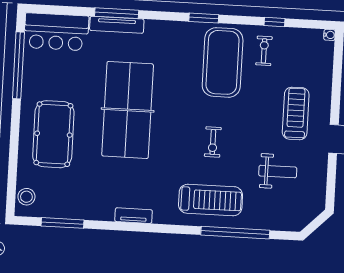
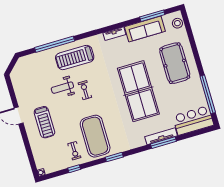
weight bench: (278, 172) -> (62, 88), moved
sofa: (82, 206) -> (145, 29), added

